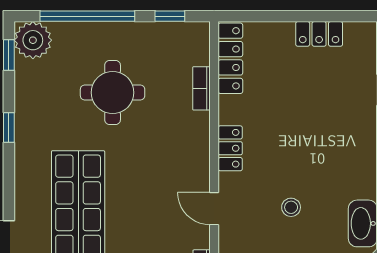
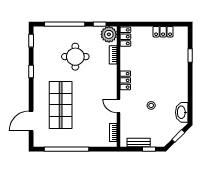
plant: (33, 40) -> (109, 34), moved
locker: (230, 58) -> (125, 37), width x0.66

